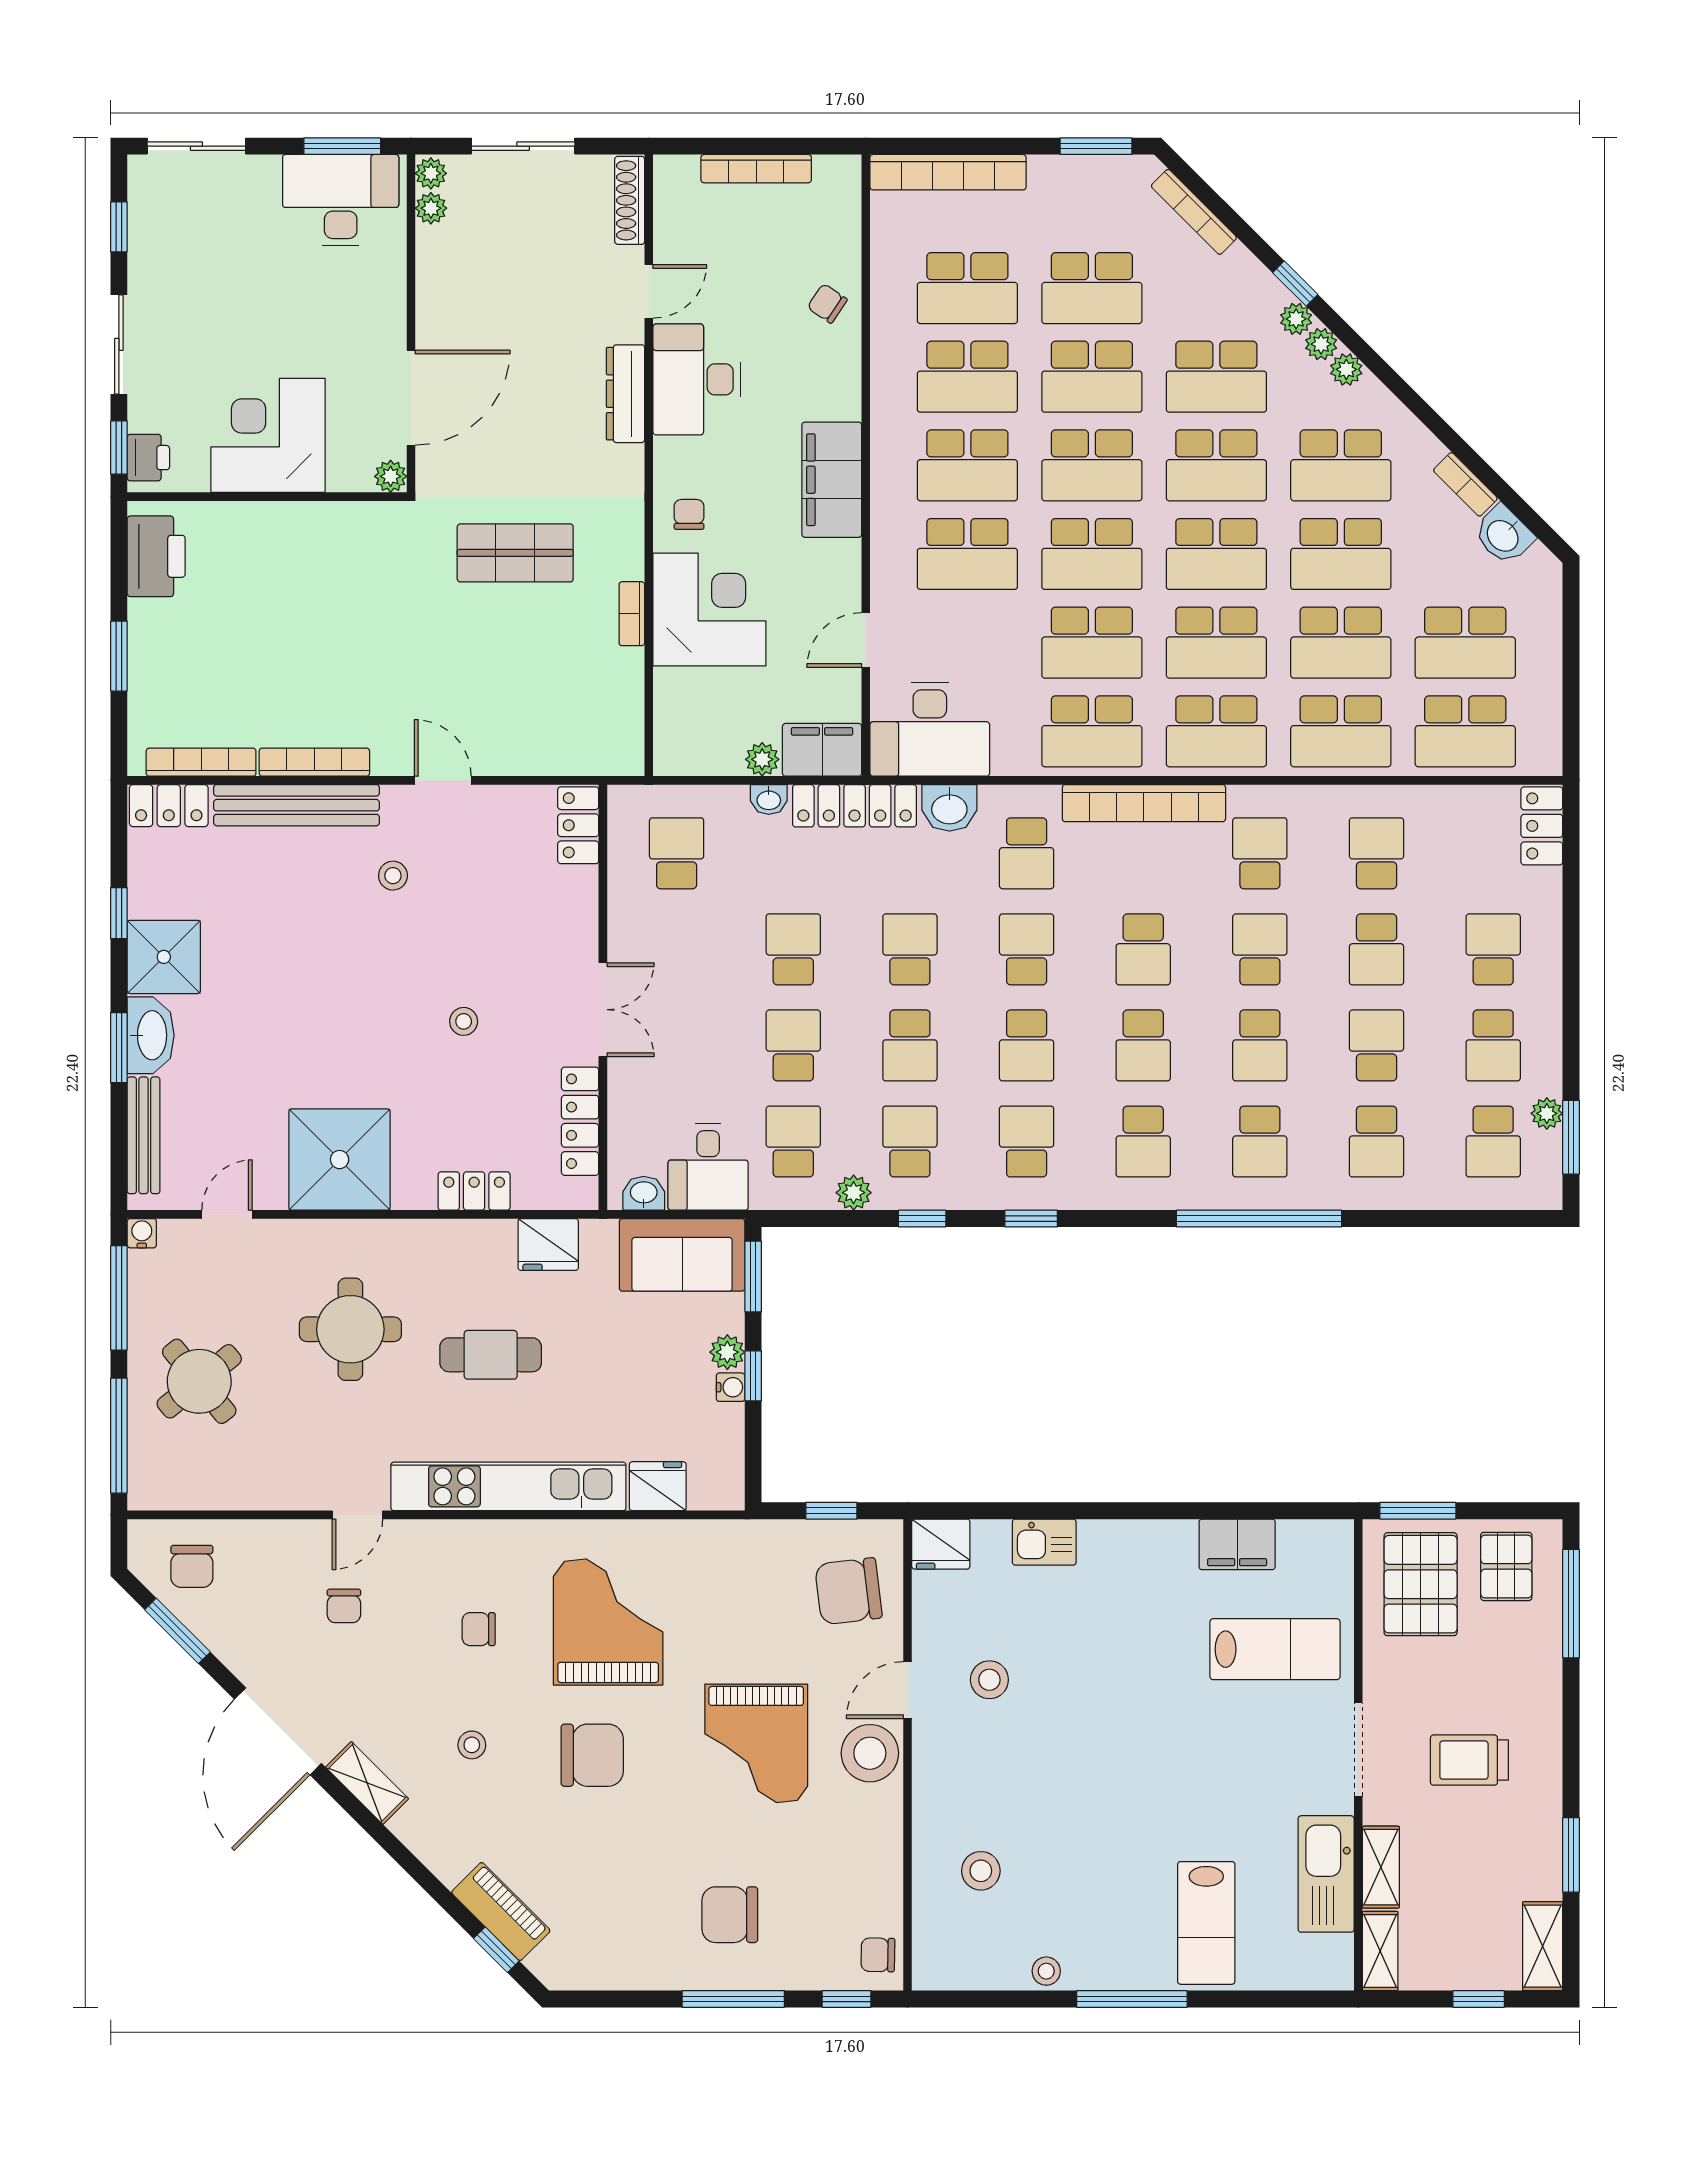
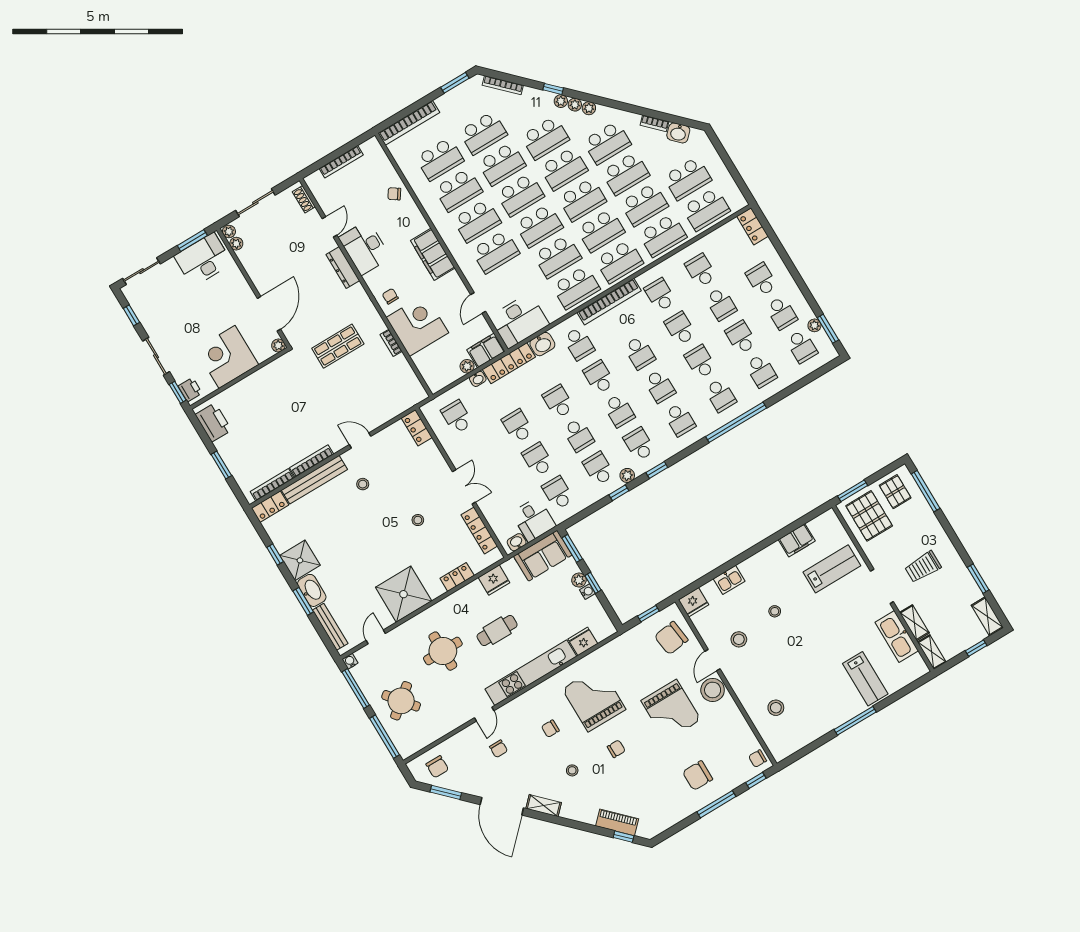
shoe rack: (630, 200) -> (304, 199), width x0.70
school desk: (1260, 1045) -> (700, 362), turned 180
plant: (854, 1193) -> (627, 475), moved
chair: (592, 1755) -> (616, 749), width x0.54, depth x0.54
stool: (1046, 1971) -> (775, 611), moved

